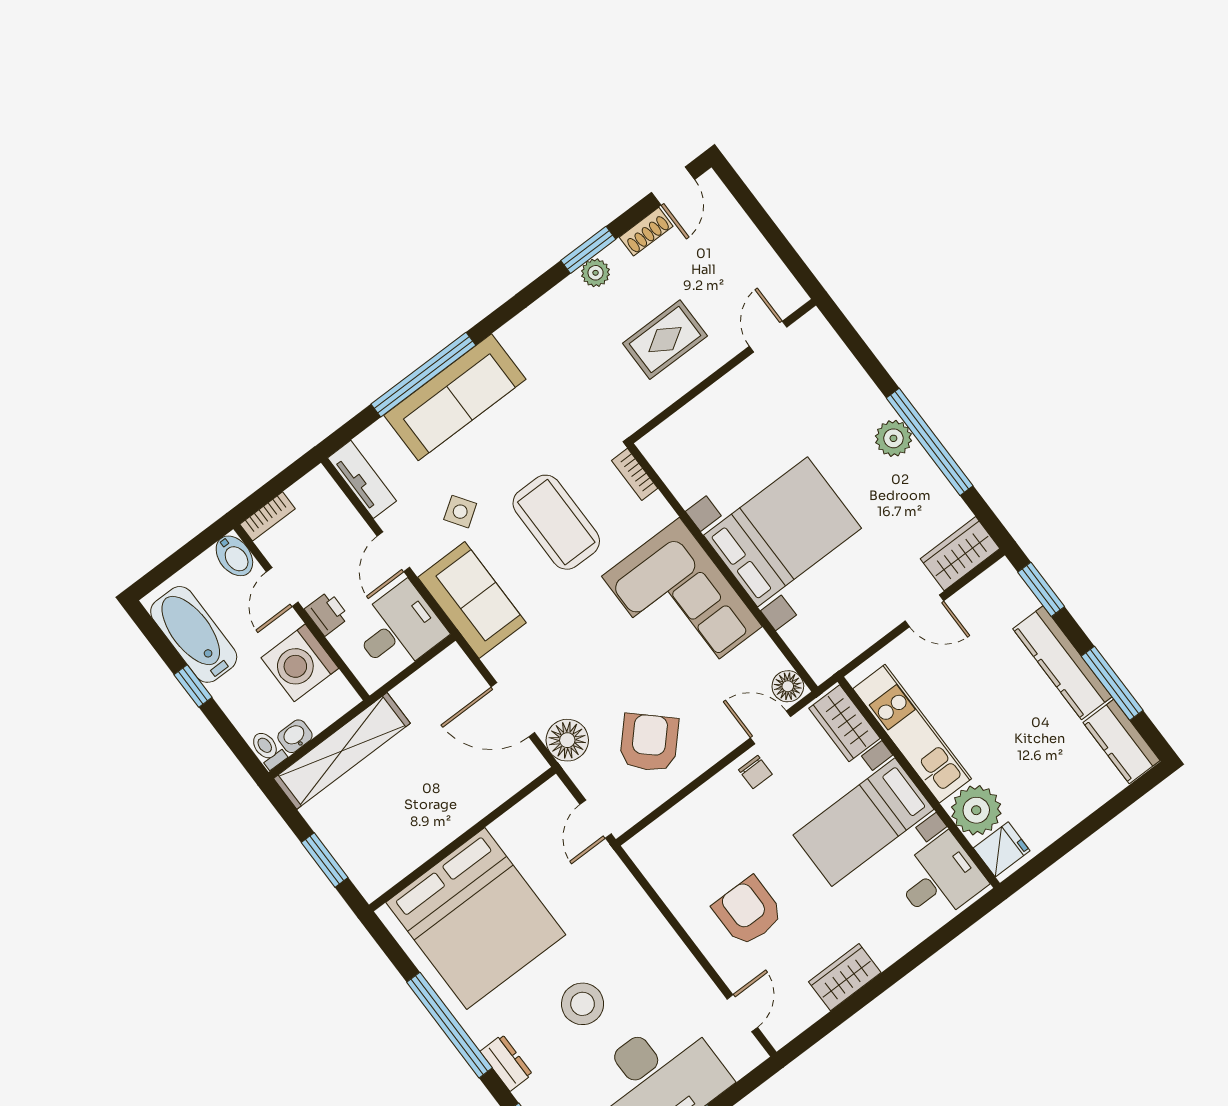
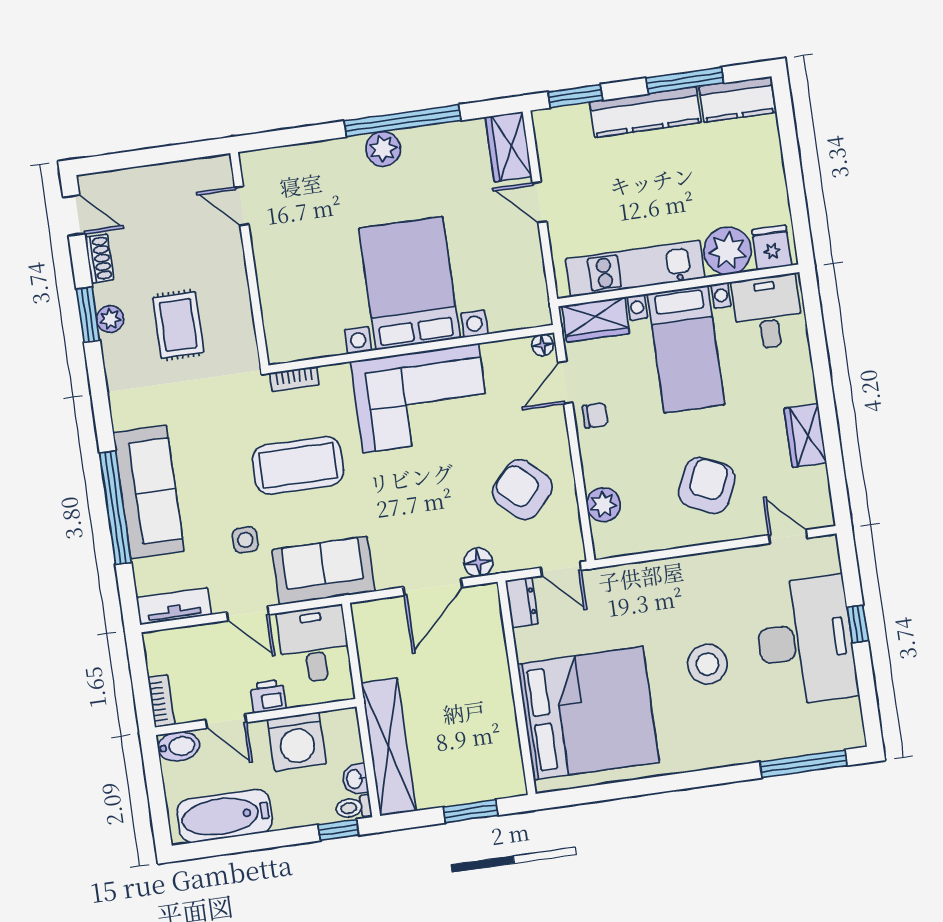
rug: (665, 340) -> (178, 325), moved
side table: (460, 512) -> (245, 540), turned 34
door: (924, 611) -> (540, 202), swing flipped
window: (193, 686) -> (339, 830), moved
floor lamp: (788, 686) -> (543, 345), width x0.73, depth x0.73
floor lamp: (567, 740) -> (478, 562), width x0.73, depth x0.73
plant: (677, 825) -> (603, 505), added
armchair: (748, 911) -> (707, 485), turned 114
window: (449, 1025) -> (664, 784), removed
dresser: (506, 1063) -> (522, 602), moved, turned 90

